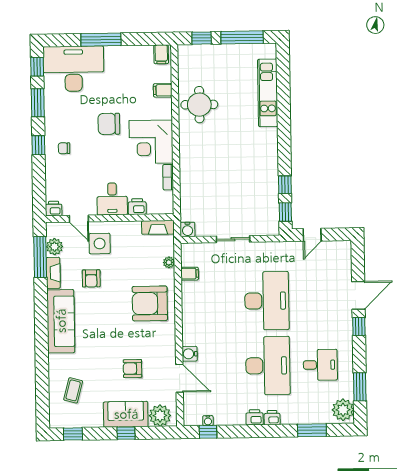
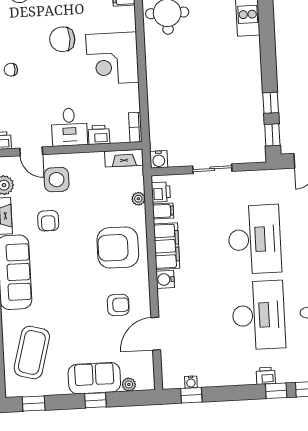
bookcase: (168, 177) -> (135, 127), moved
filing cabinet: (192, 304) -> (167, 246), added
water cooler: (190, 354) -> (165, 279), moved
armchair: (133, 368) -> (118, 305), moved, turned 180
door: (179, 378) -> (156, 334), swing flipped
coffee table: (73, 390) -> (32, 352), width x1.86, depth x1.72
plant: (160, 416) -> (129, 384), width x0.53, depth x0.53
printer: (255, 417) -> (161, 192), moved, turned 90
window: (281, 431) -> (276, 391), added

